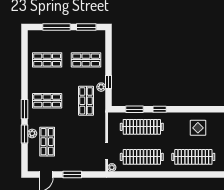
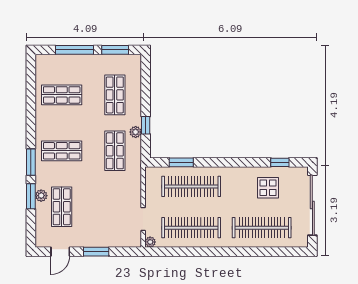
shop shelf: (86, 60) -> (115, 95), turned 90
window: (160, 109) -> (280, 162), moved

